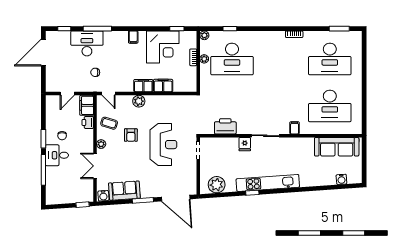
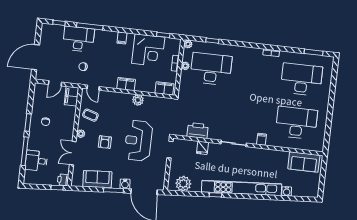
door: (43, 53) -> (36, 57), moved
desk: (232, 59) -> (211, 69), turned 180
desk: (330, 59) -> (301, 79), turned 180
filing cabinet: (163, 86) -> (164, 88), moved
plant: (139, 101) -> (138, 100), moved
desk: (330, 106) -> (296, 123), turned 180
printer: (88, 122) -> (63, 180), moved
armchair: (131, 135) -> (105, 142), moved
fridge: (245, 144) -> (202, 148), moved
reception desk: (163, 145) -> (138, 141), turned 180
sofa: (337, 147) -> (304, 162), width x0.73
desk: (57, 155) -> (36, 161), moved
water cooler: (341, 179) -> (287, 191), moved
kitchen unit: (268, 183) -> (242, 188), width x1.36
water cooler: (103, 196) -> (125, 184), moved

